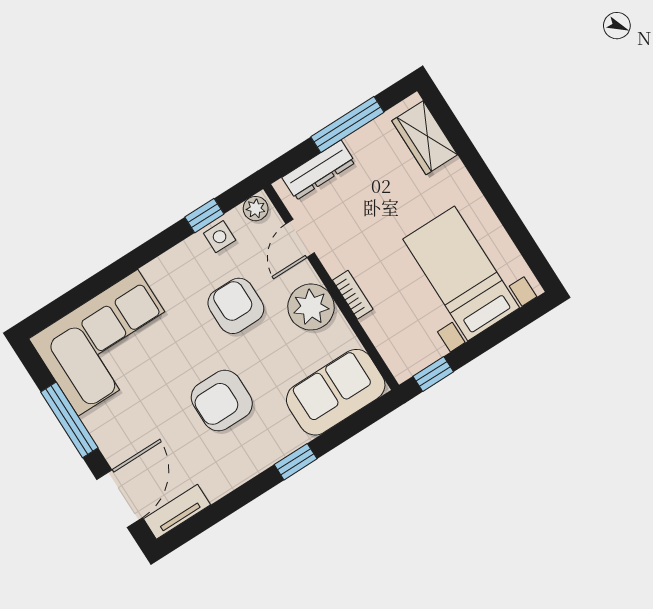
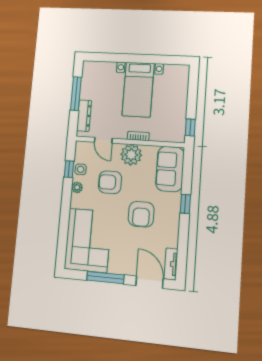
wardrobe: (425, 138) -> (101, 69), removed
plant: (256, 209) -> (77, 187), moved
bed with nightstands: (461, 273) -> (138, 89), moved, turned -90

